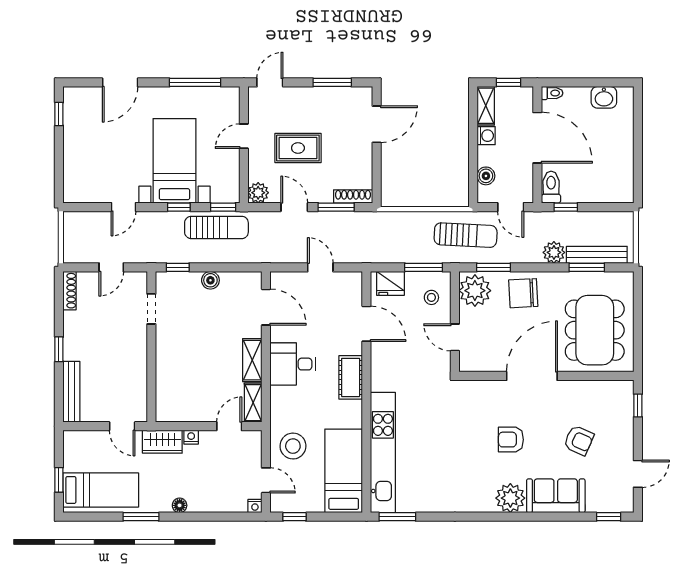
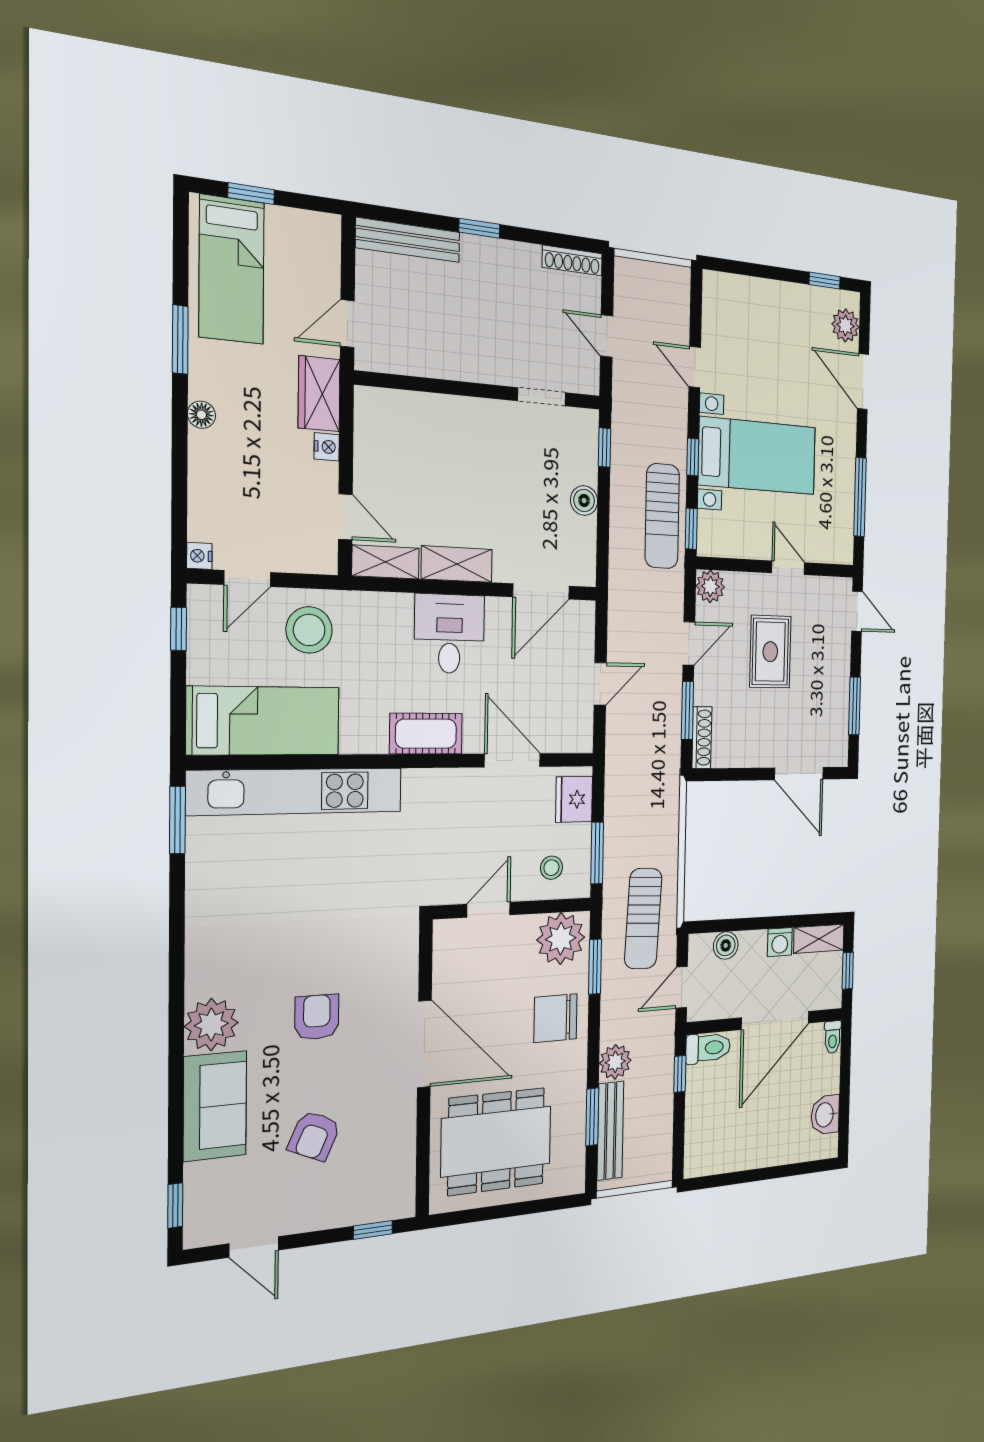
plant: (85, 97) -> (845, 325), added
chair: (523, 293) -> (555, 1018), turned -87
door: (366, 324) -> (512, 760), swing flipped

